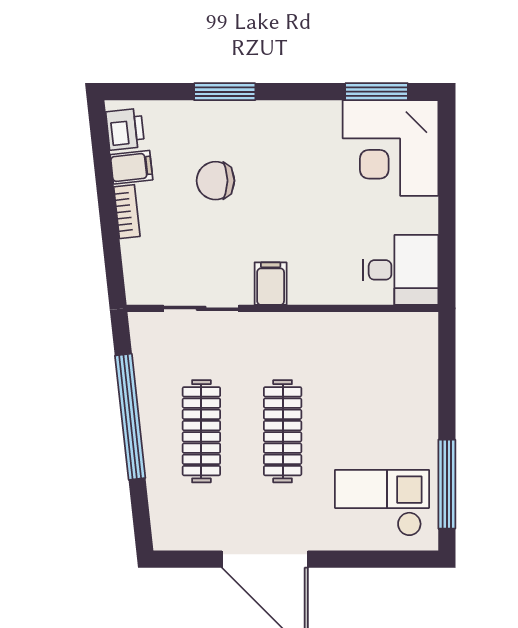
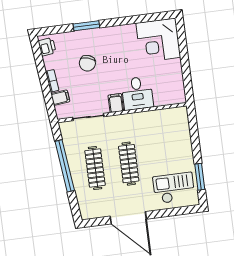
window: (377, 92) -> (149, 18), removed
filing cabinet: (131, 167) -> (60, 98), moved
chair: (216, 181) -> (87, 63), turned -73
desk: (400, 270) -> (137, 93), moved, turned 90
window: (447, 484) -> (200, 177), width x0.69

